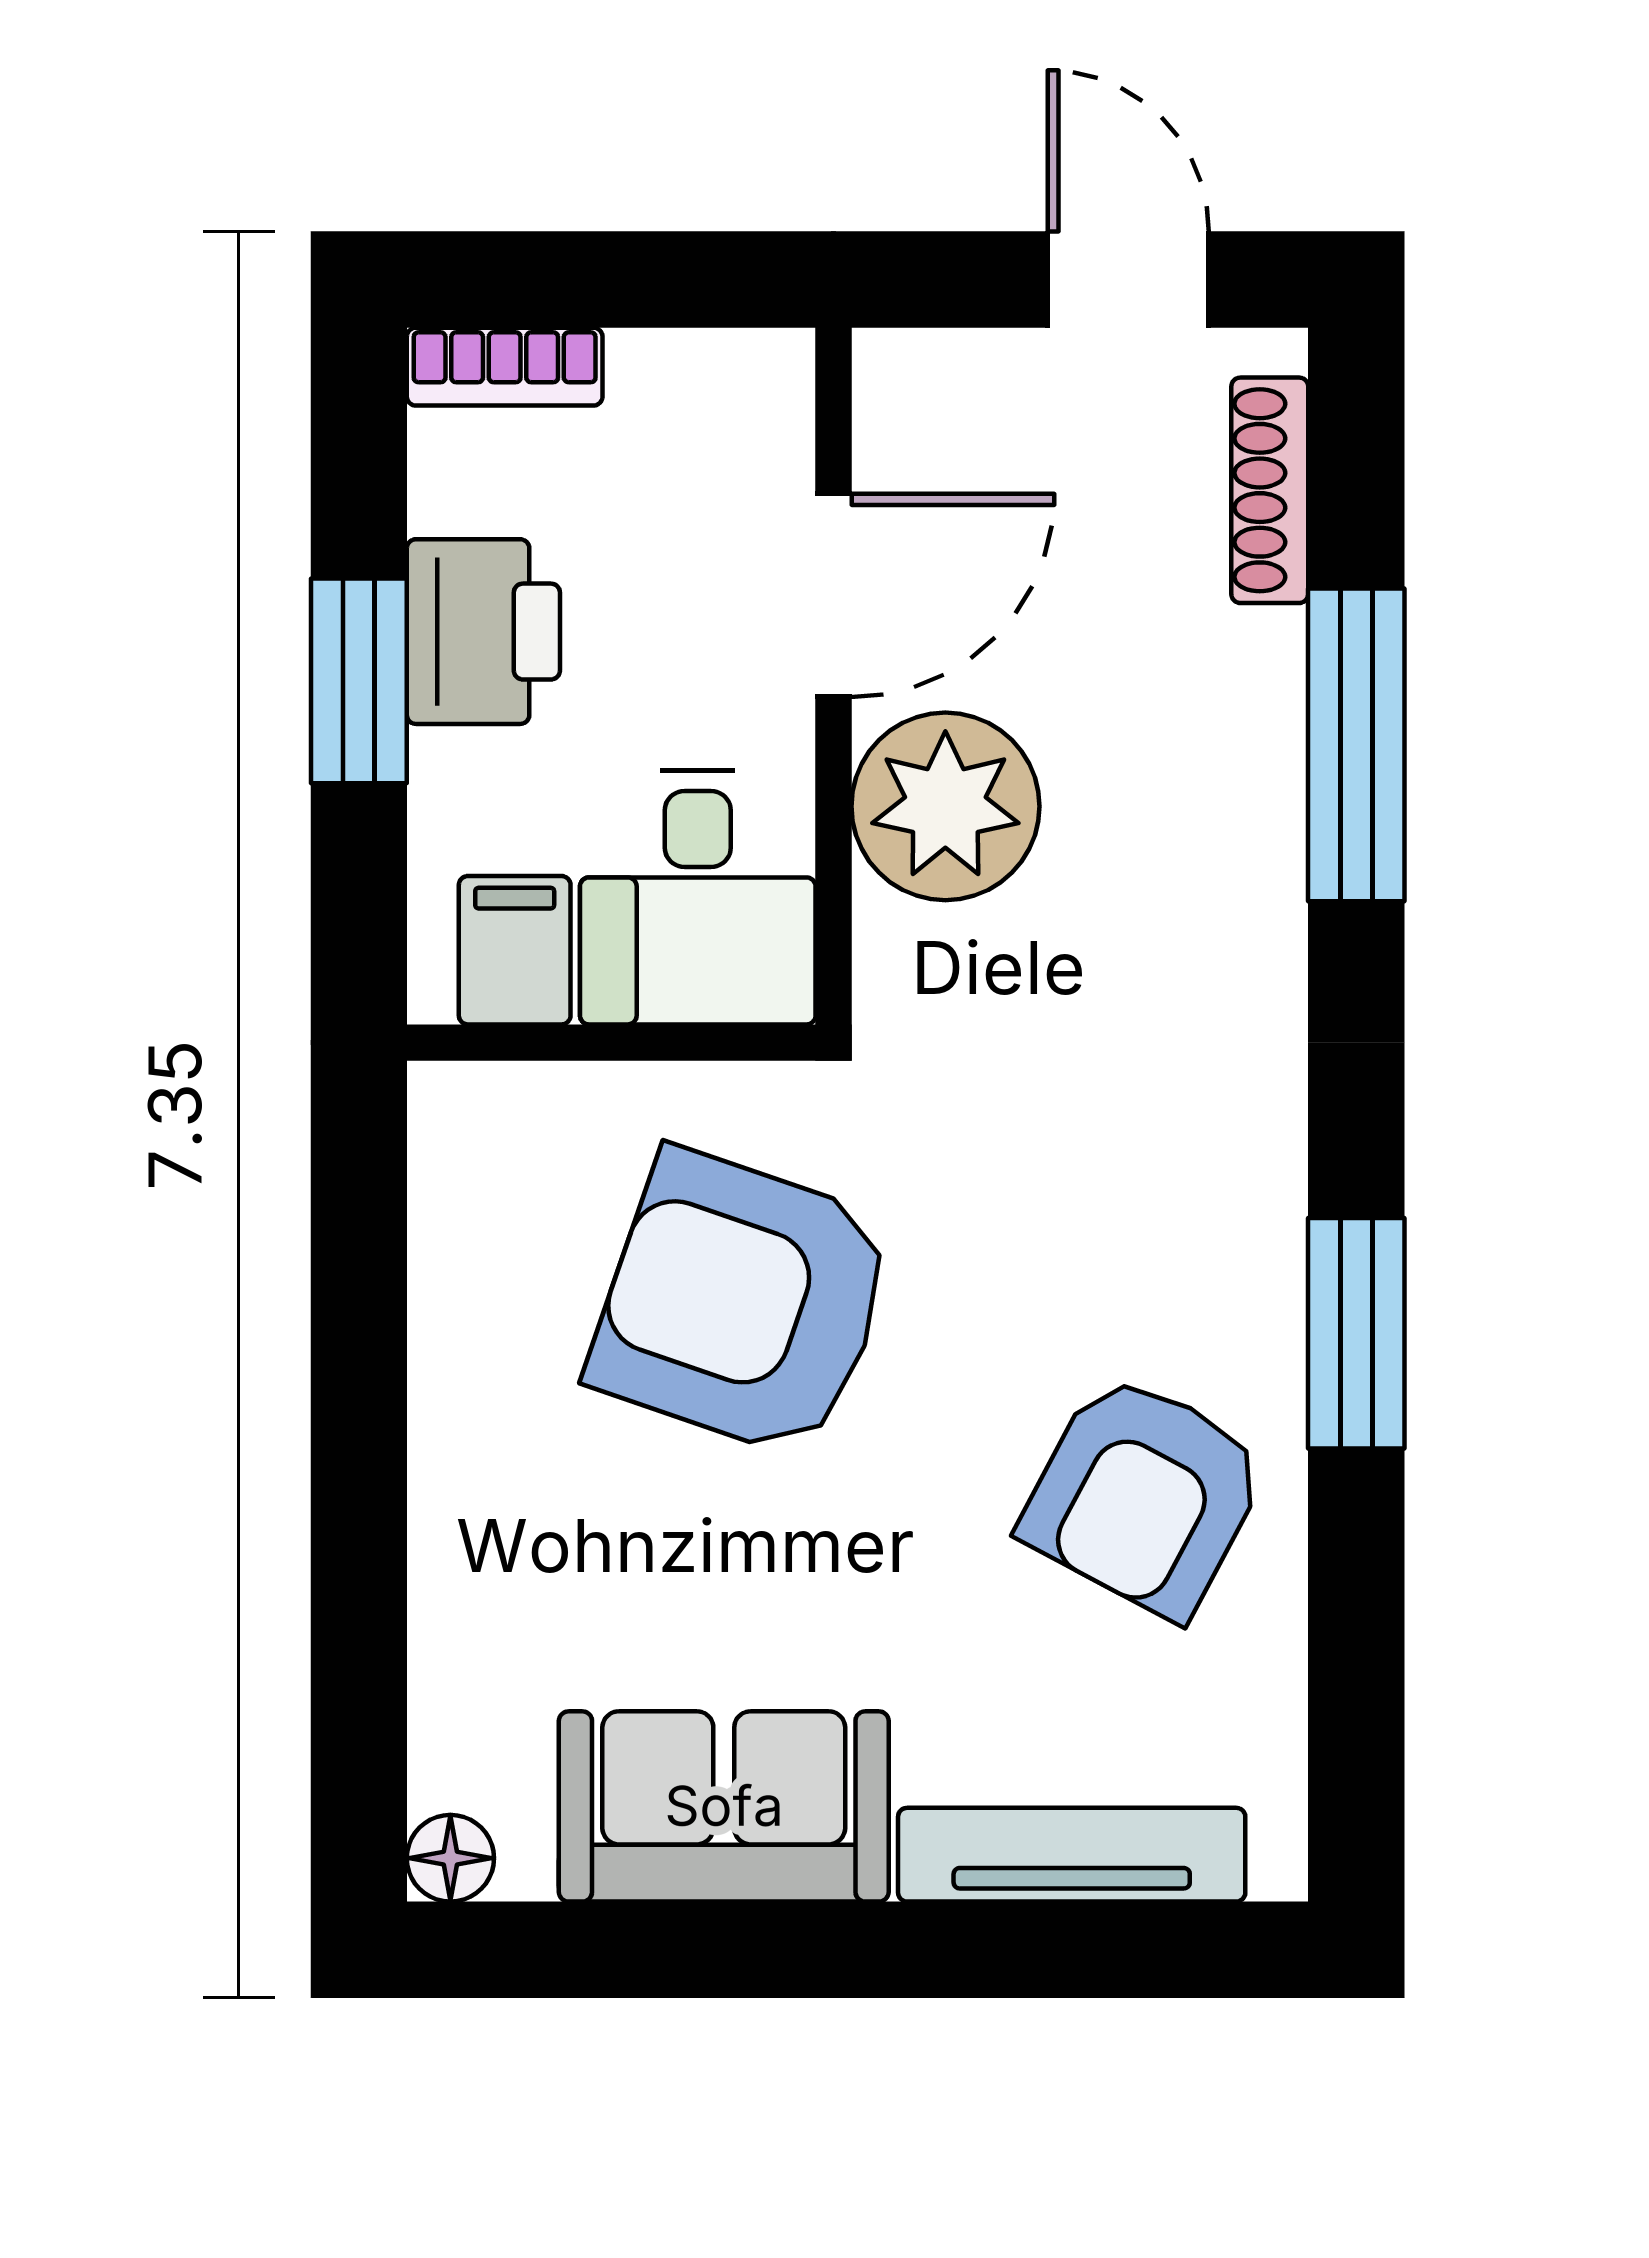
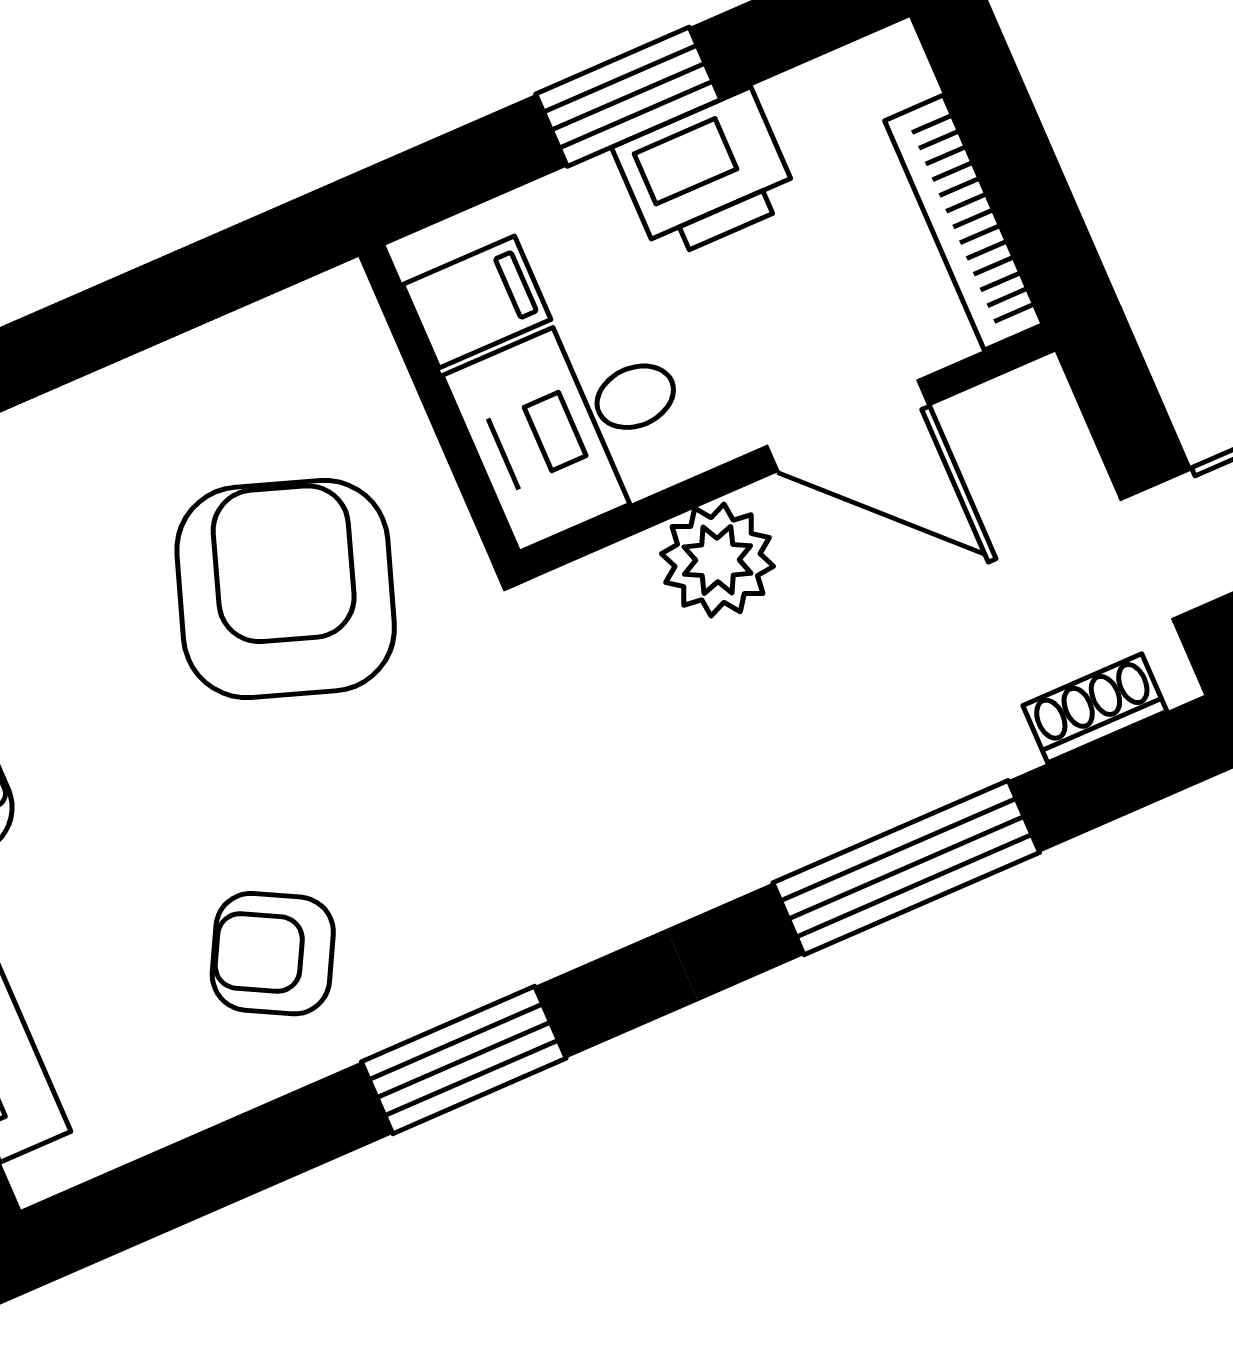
bookcase: (505, 367) -> (964, 223), moved, width x1.56
shoe rack: (1270, 490) -> (1095, 708), width x0.70
plant: (945, 806) -> (717, 560), width x0.73, depth x0.73
armchair: (1144, 1495) -> (273, 954), width x0.72, depth x0.72

